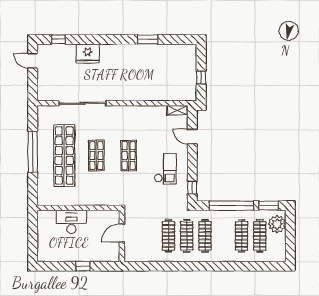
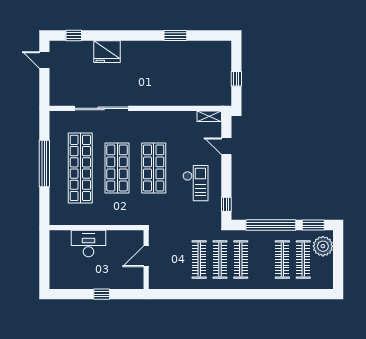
shop shelf: (96, 156) -> (117, 168), width x1.43, depth x1.36
shop shelf: (129, 156) -> (154, 168), width x1.43, depth x1.36

